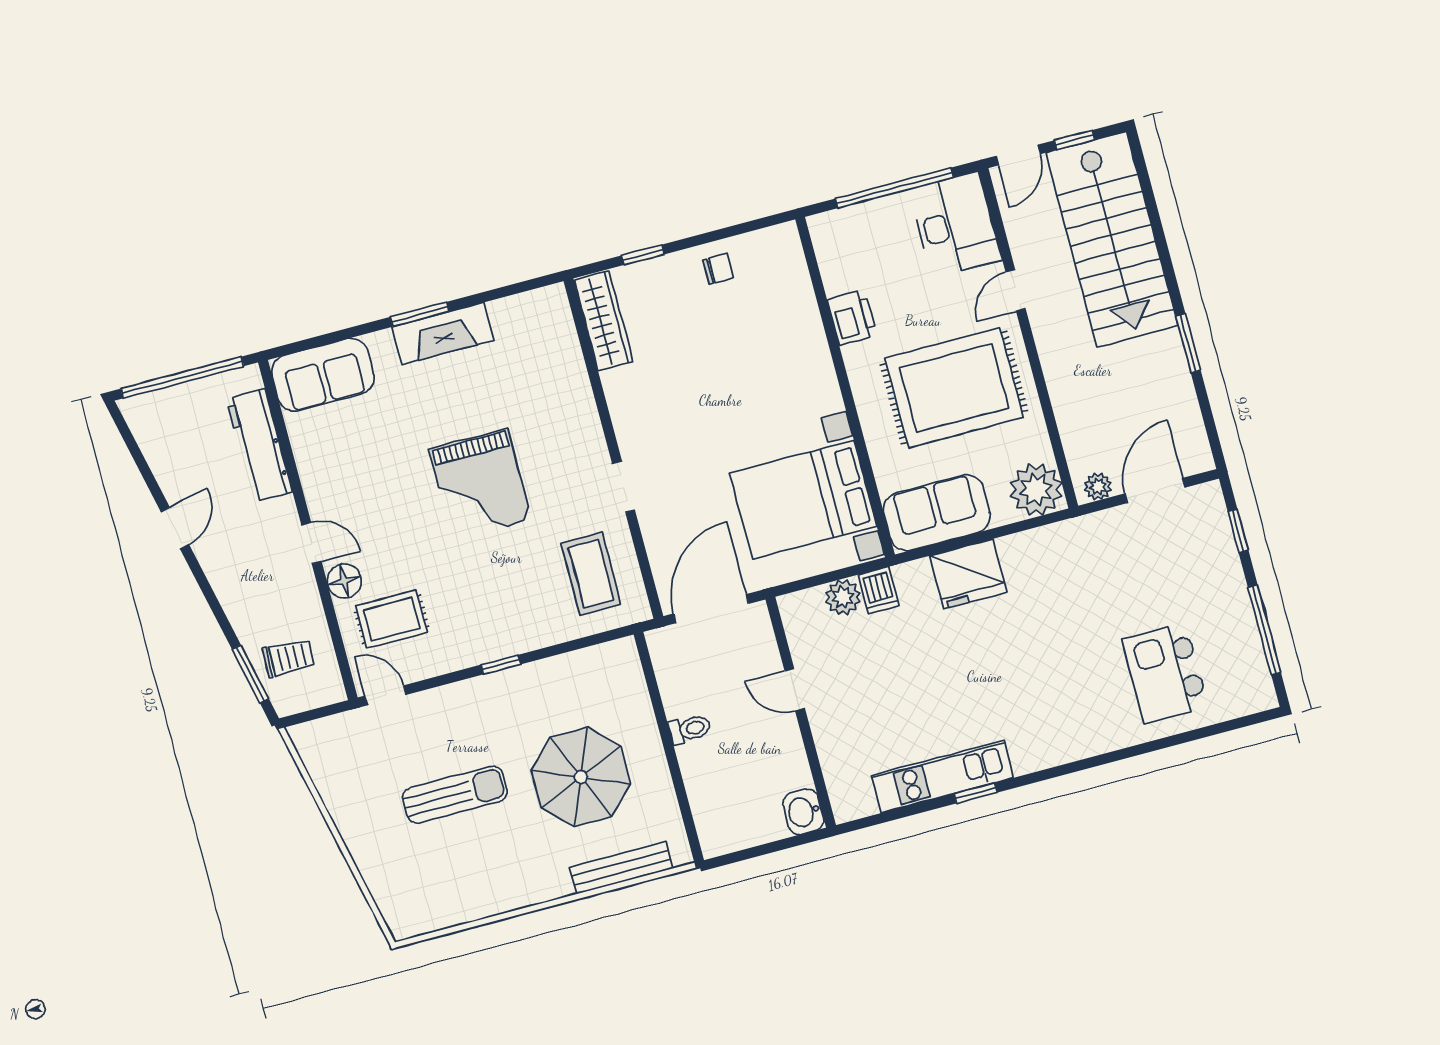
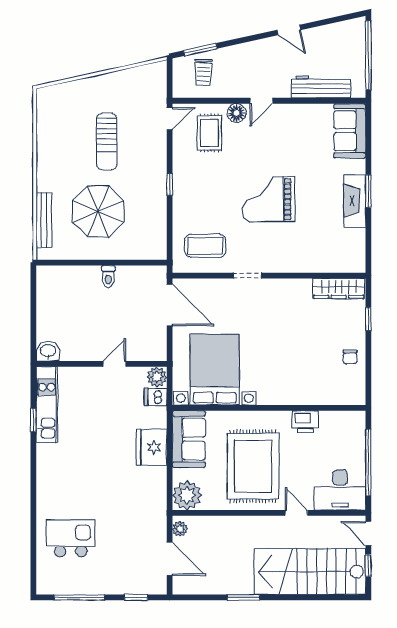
door: (795, 690) -> (114, 364), moved
wall: (801, 712) -> (102, 364), moved
washbasin: (803, 812) -> (48, 351), moved

